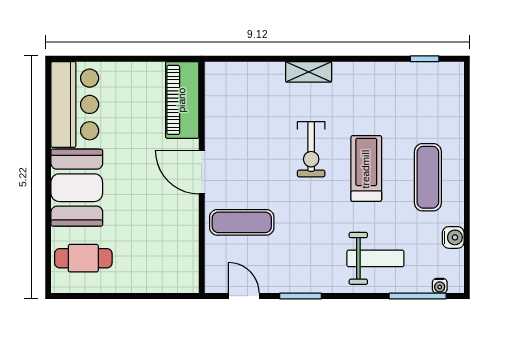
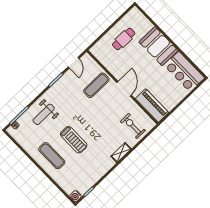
exercise bike: (311, 149) -> (133, 126), moved
door: (202, 172) -> (124, 89), hinge flipped
water cooler: (453, 237) -> (76, 196), moved
cafe table: (83, 258) -> (124, 39), moved
door: (244, 296) -> (74, 63), hinge flipped

